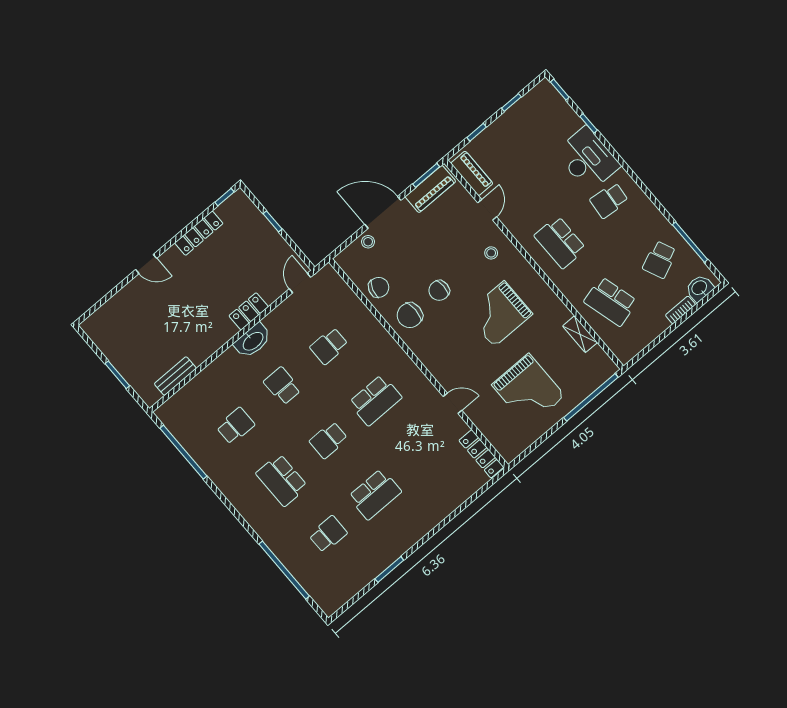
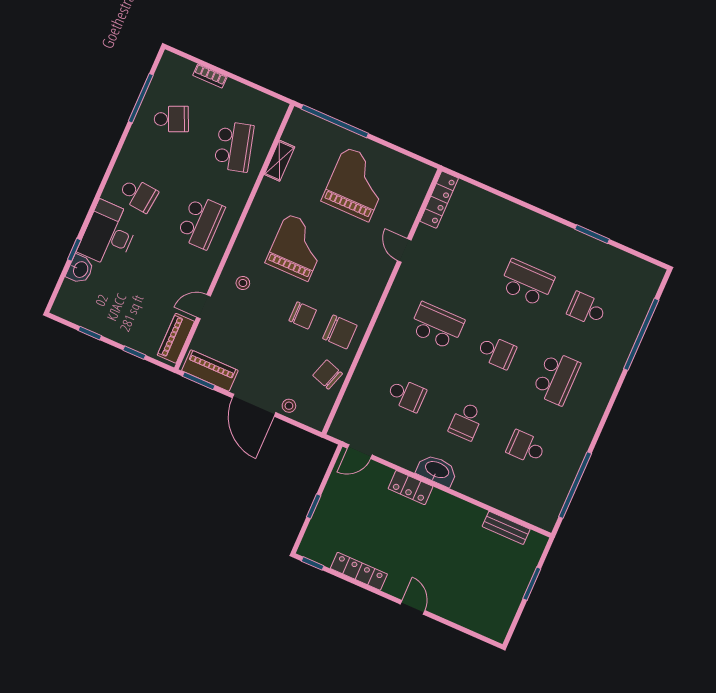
window: (560, 90) -> (55, 293), removed
washbasin: (700, 288) -> (80, 269), moved, turned -90
grand piano: (499, 314) -> (297, 247), turned -90

